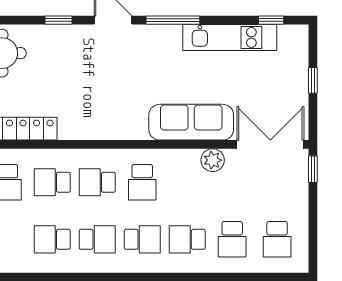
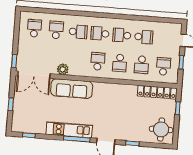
kitchen unit: (230, 37) -> (69, 130), moved
school desk: (52, 182) -> (142, 65), turned 90
school desk: (97, 182) -> (120, 63), turned 90

